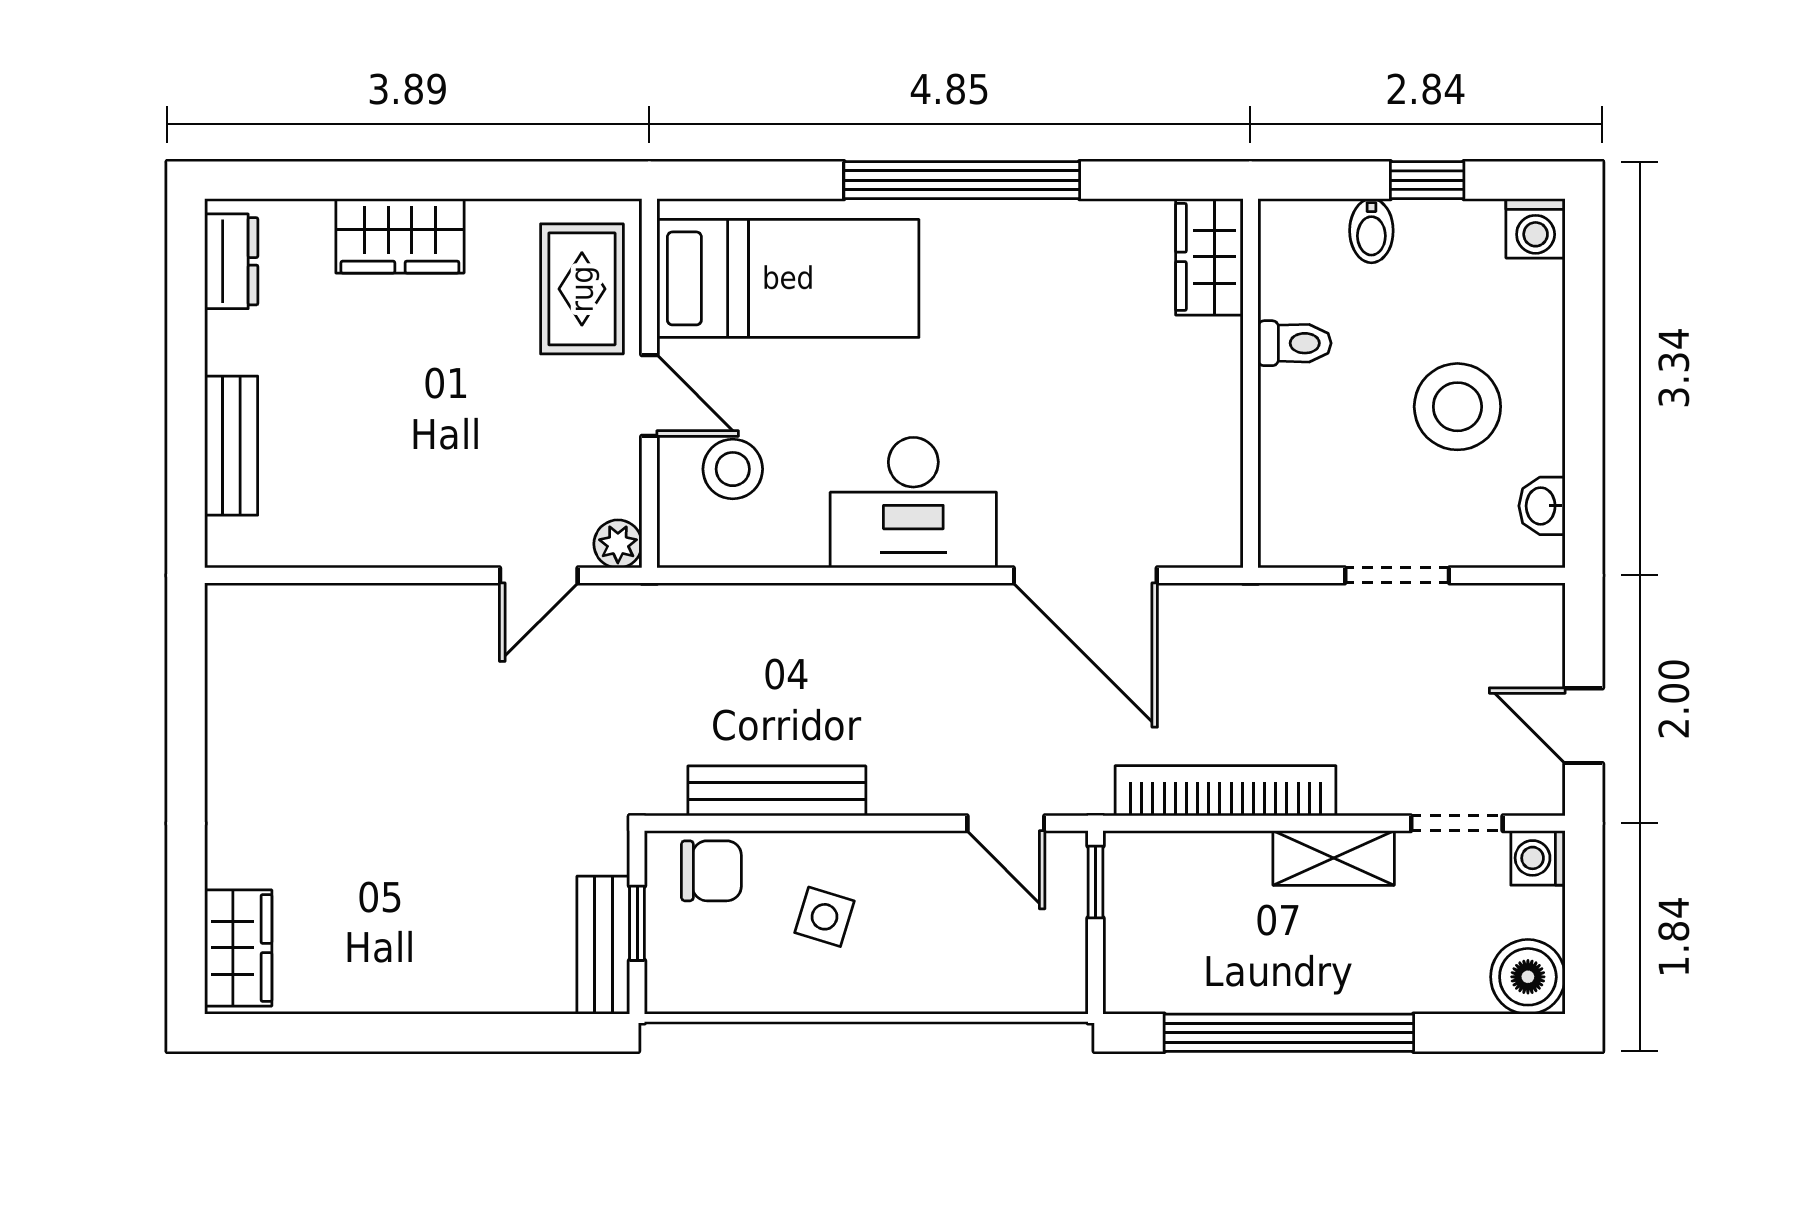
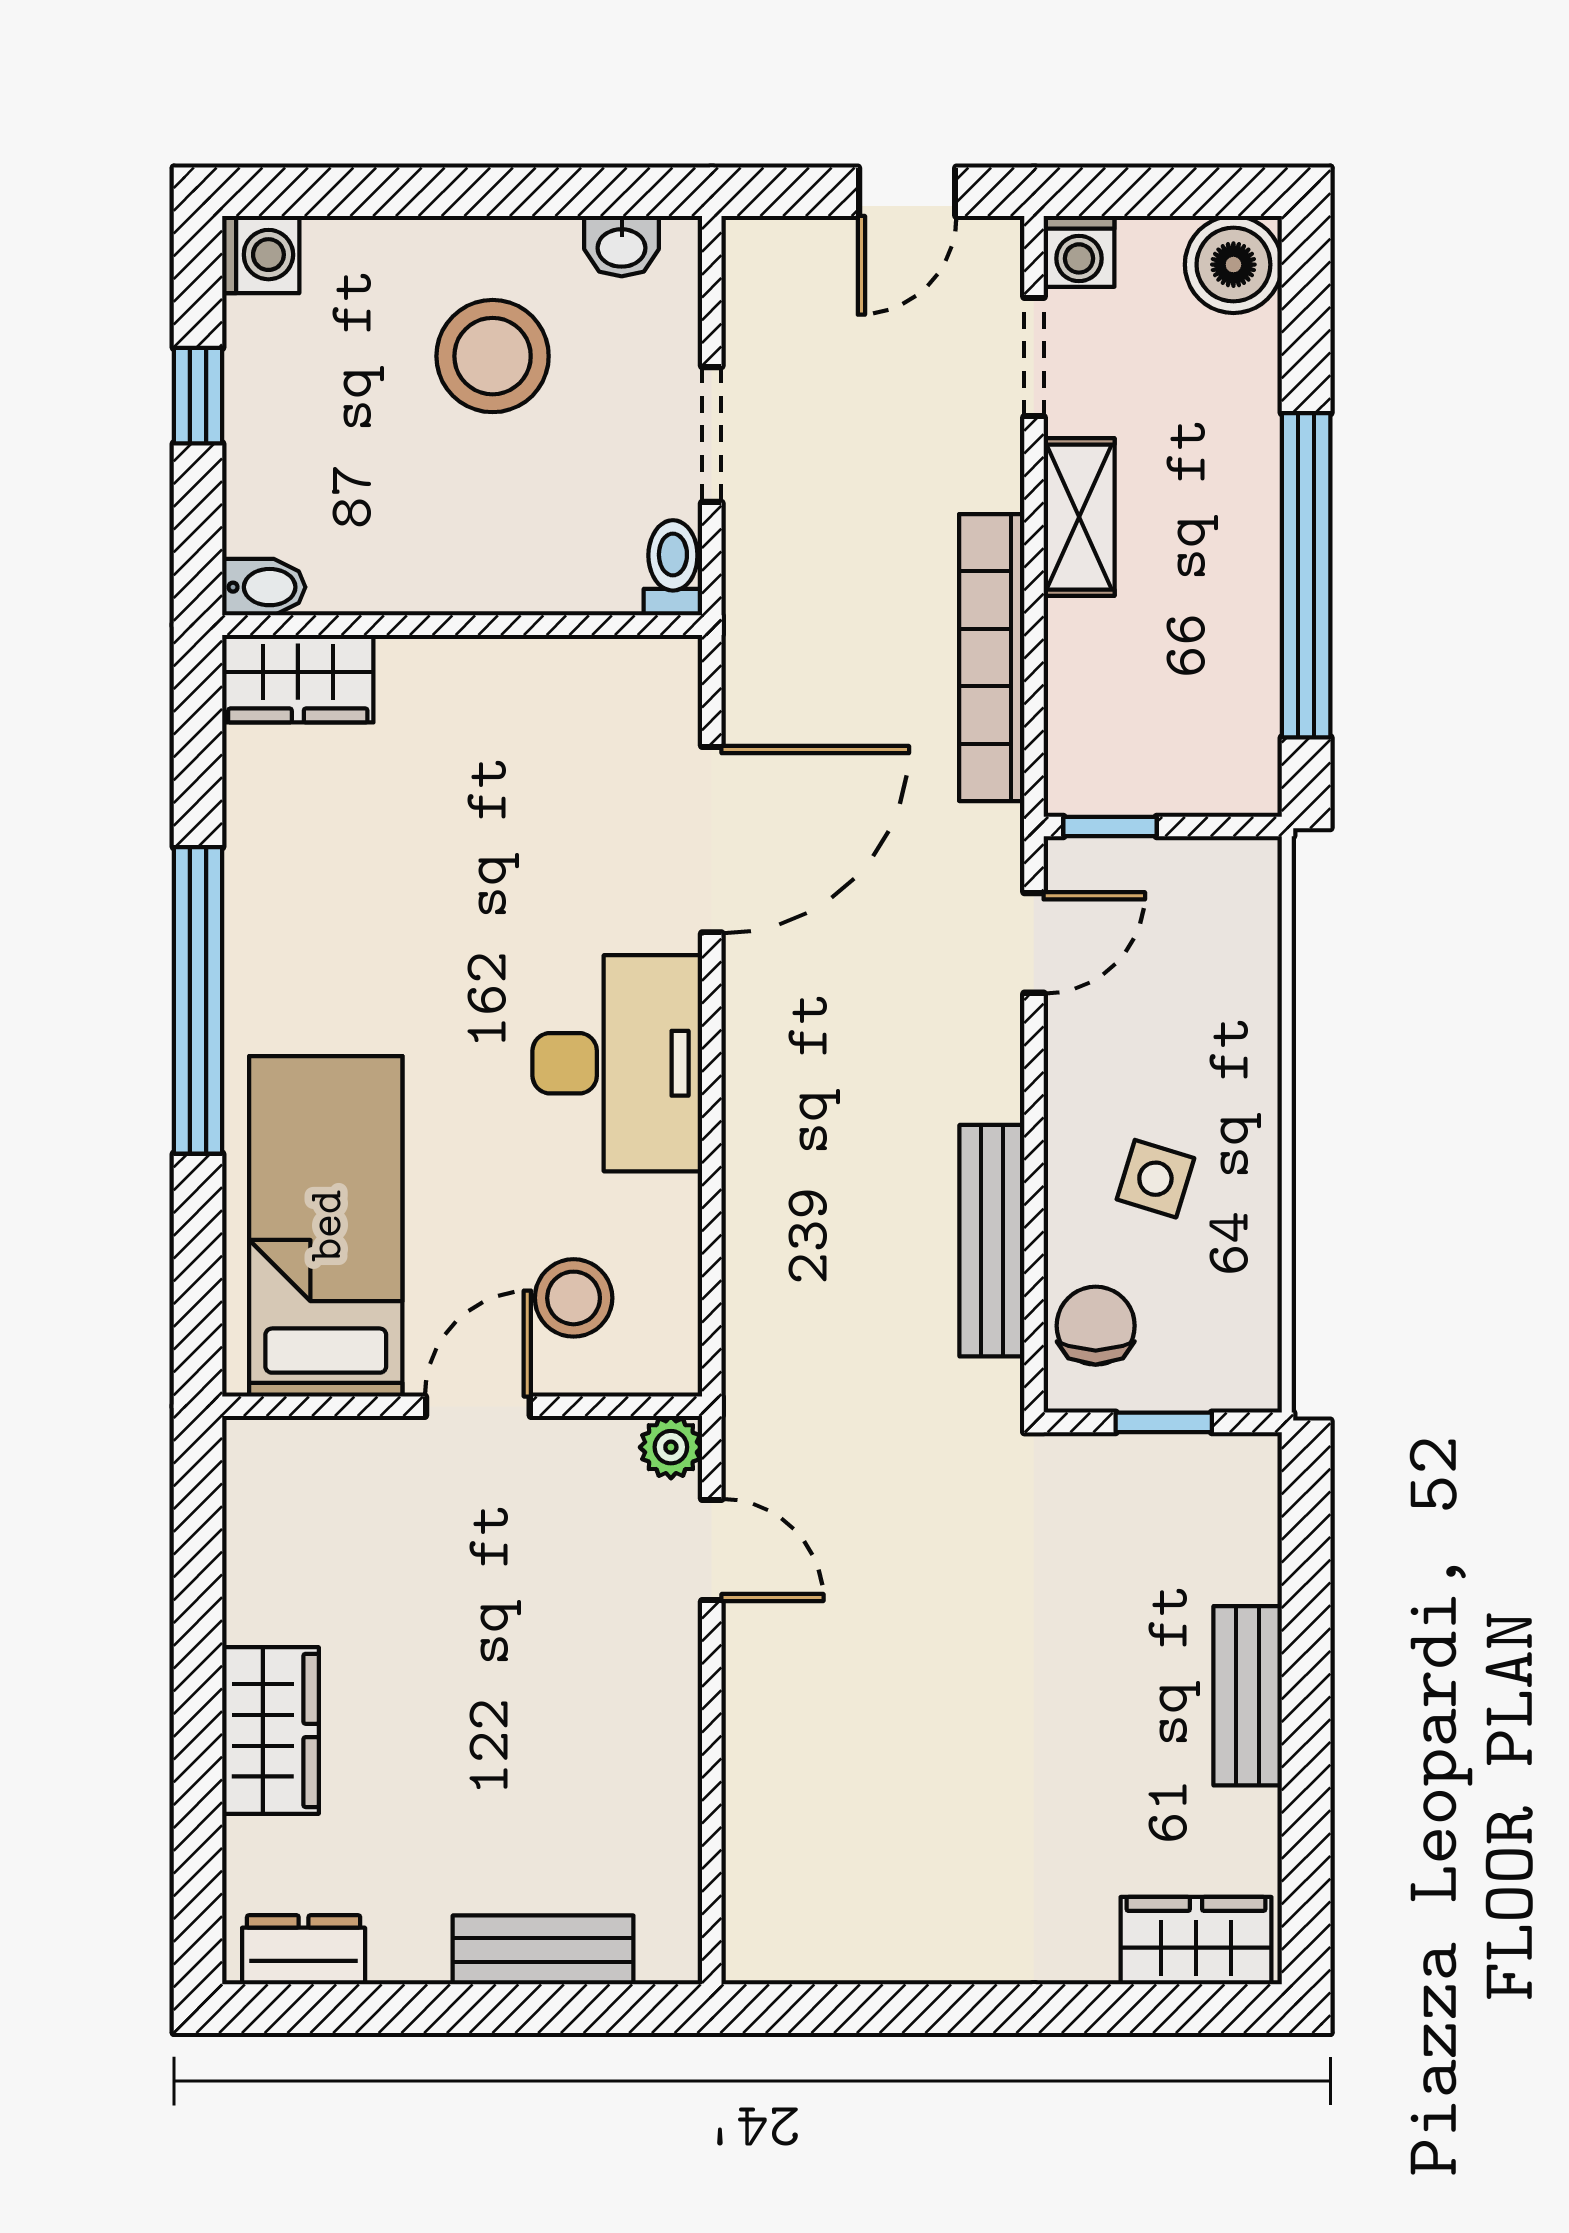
bidet: (1371, 231) -> (264, 587), moved
rug: (582, 289) -> (339, 1494), removed
toilet: (1295, 343) -> (673, 568), moved
bench: (603, 945) -> (1248, 1696), moved, turned 90

